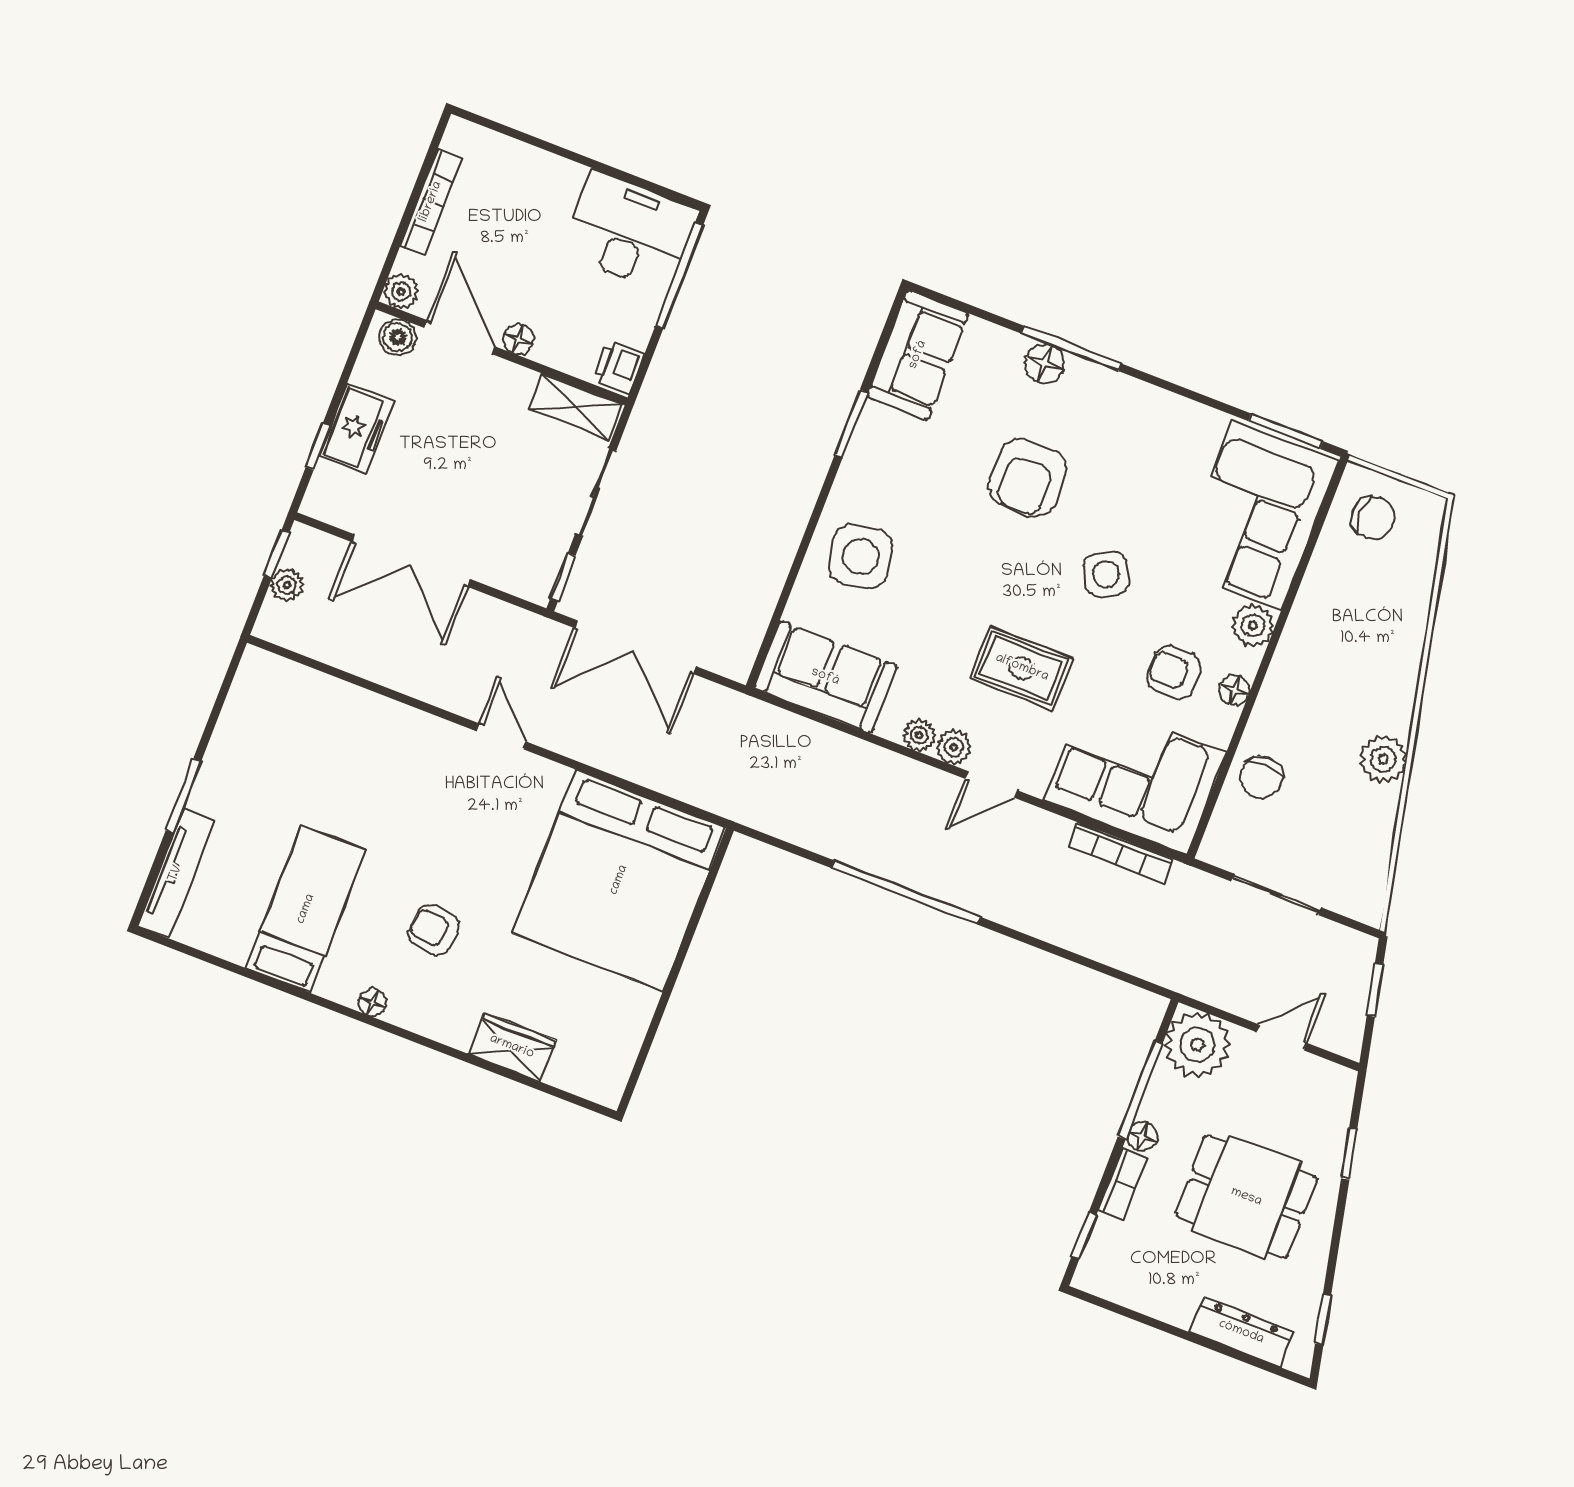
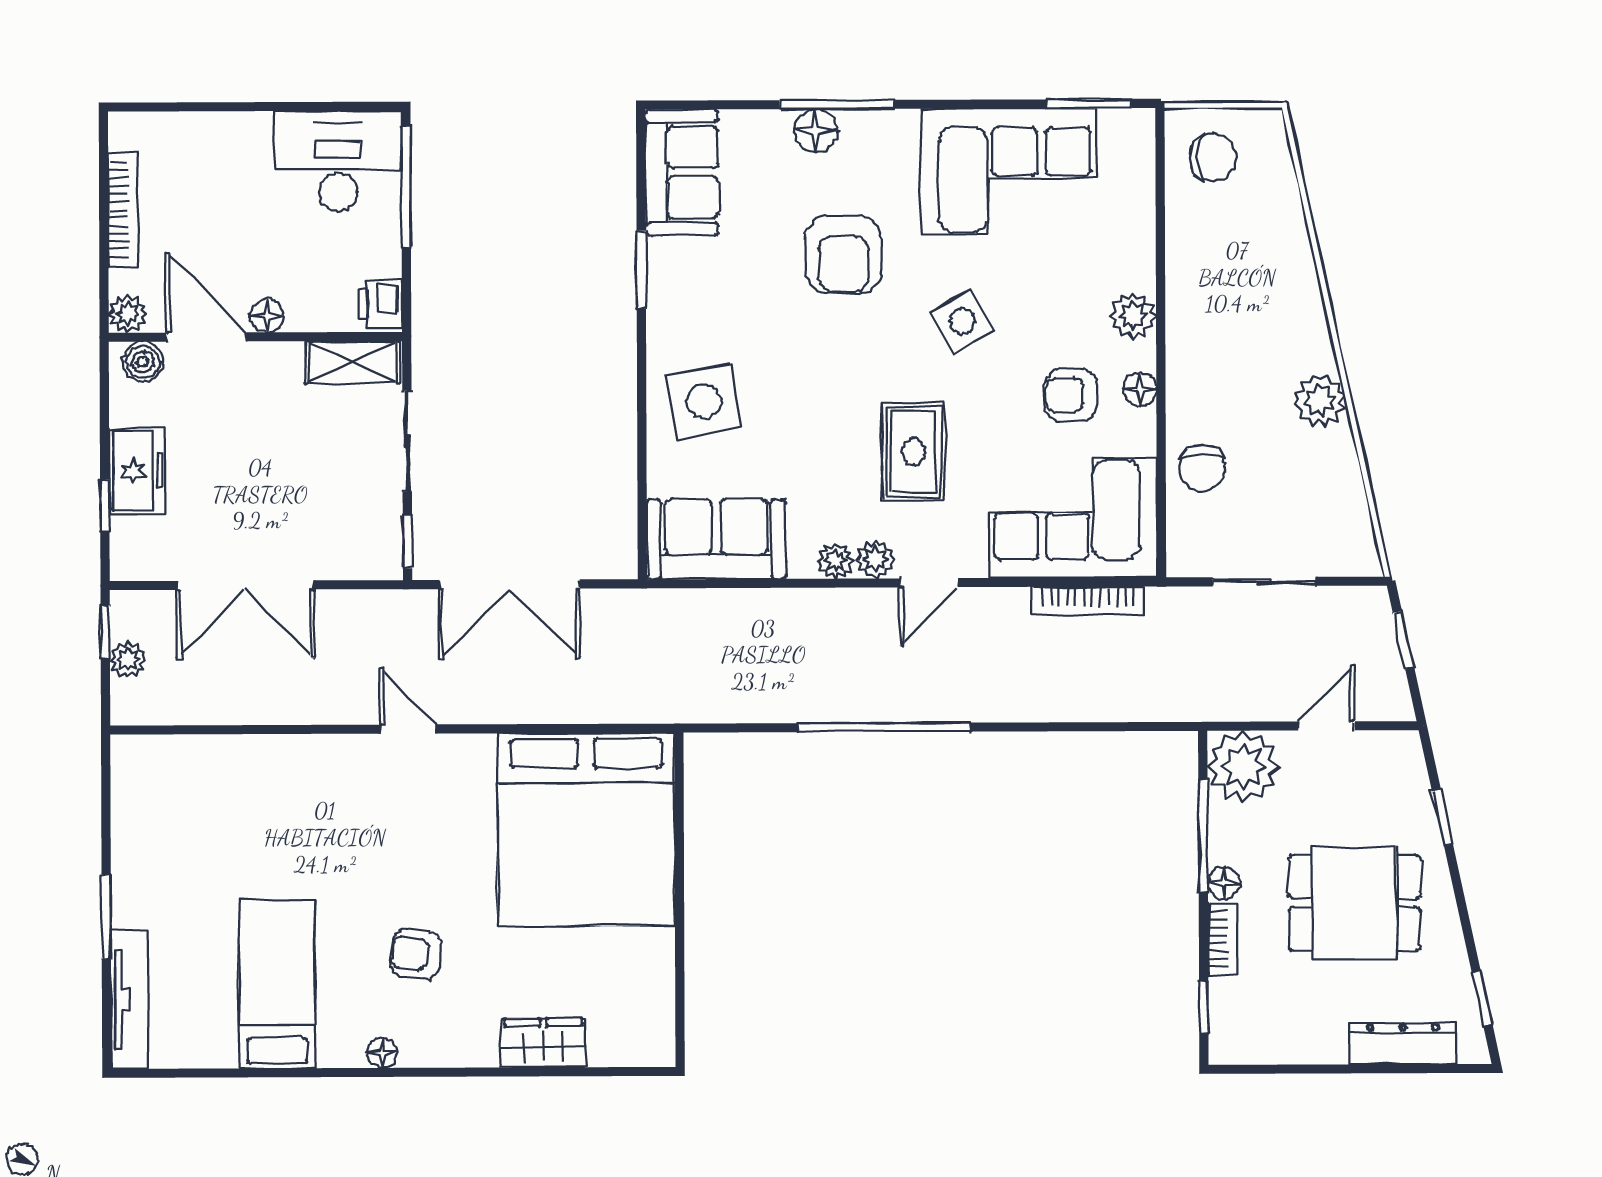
corner sofa: (1257, 515) -> (1009, 171), moved, turned -90
rug: (1022, 668) -> (913, 452), turned 90

